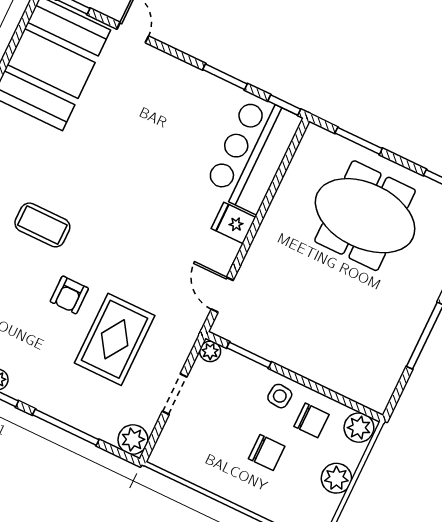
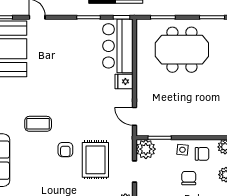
plant: (210, 351) -> (146, 149), width x1.88, depth x1.88
chair: (267, 453) -> (189, 178), turned -90

